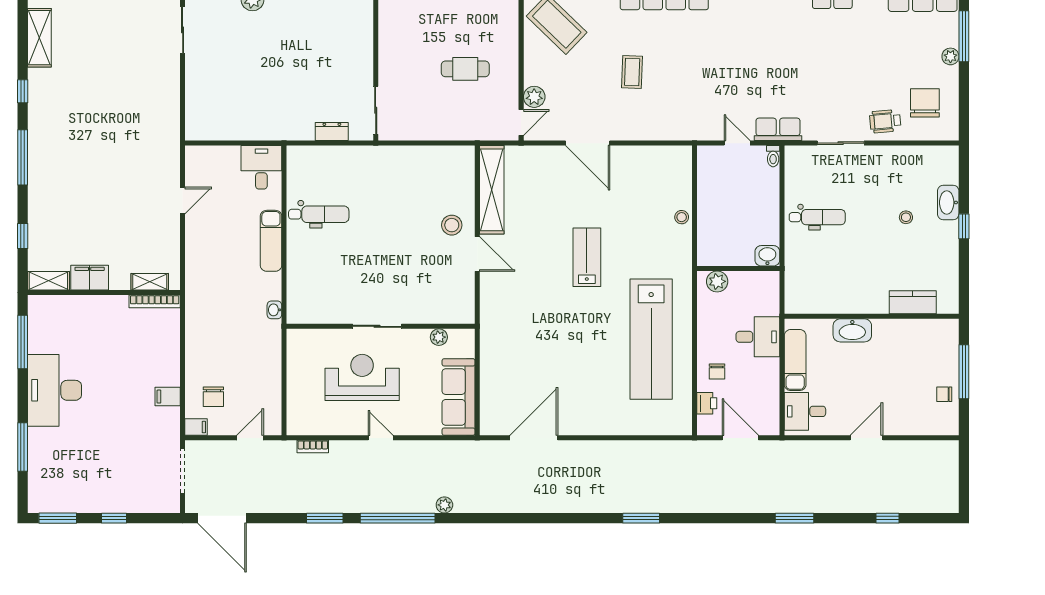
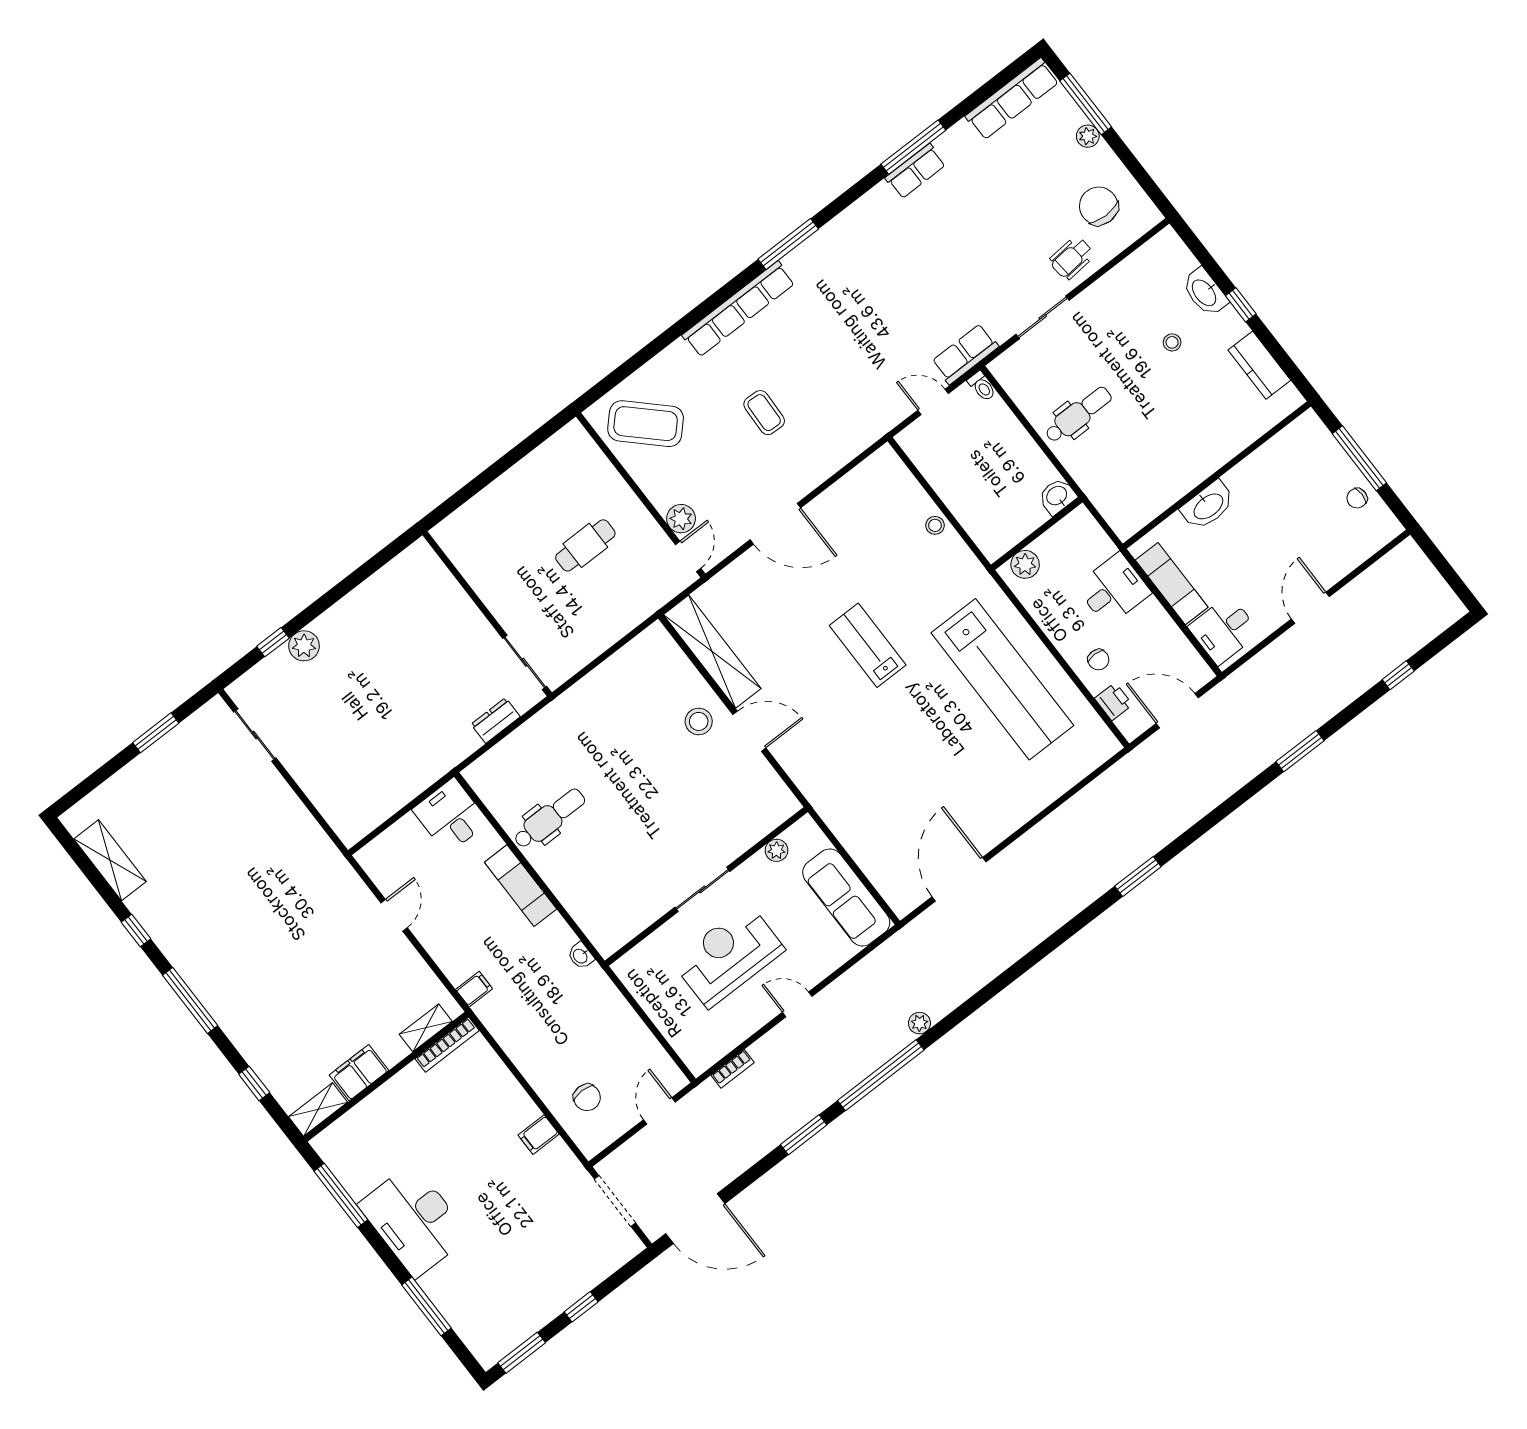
kitchen counter: (913, 302) -> (1259, 365), moved, turned -90
filing cabinet: (196, 427) -> (474, 989), moved

